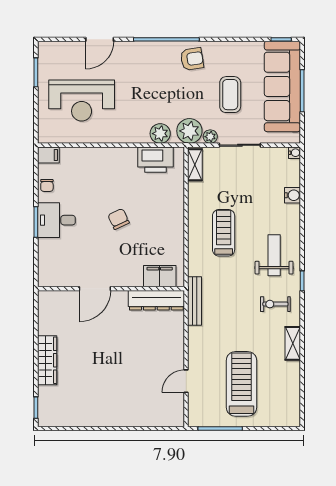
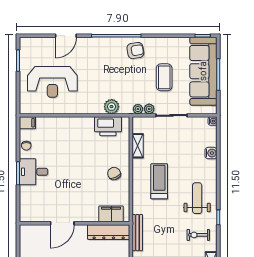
plant: (189, 131) -> (138, 109), width x0.53, depth x0.53
shelving: (195, 165) -> (138, 146), moved
chair: (119, 219) -> (114, 173), moved

